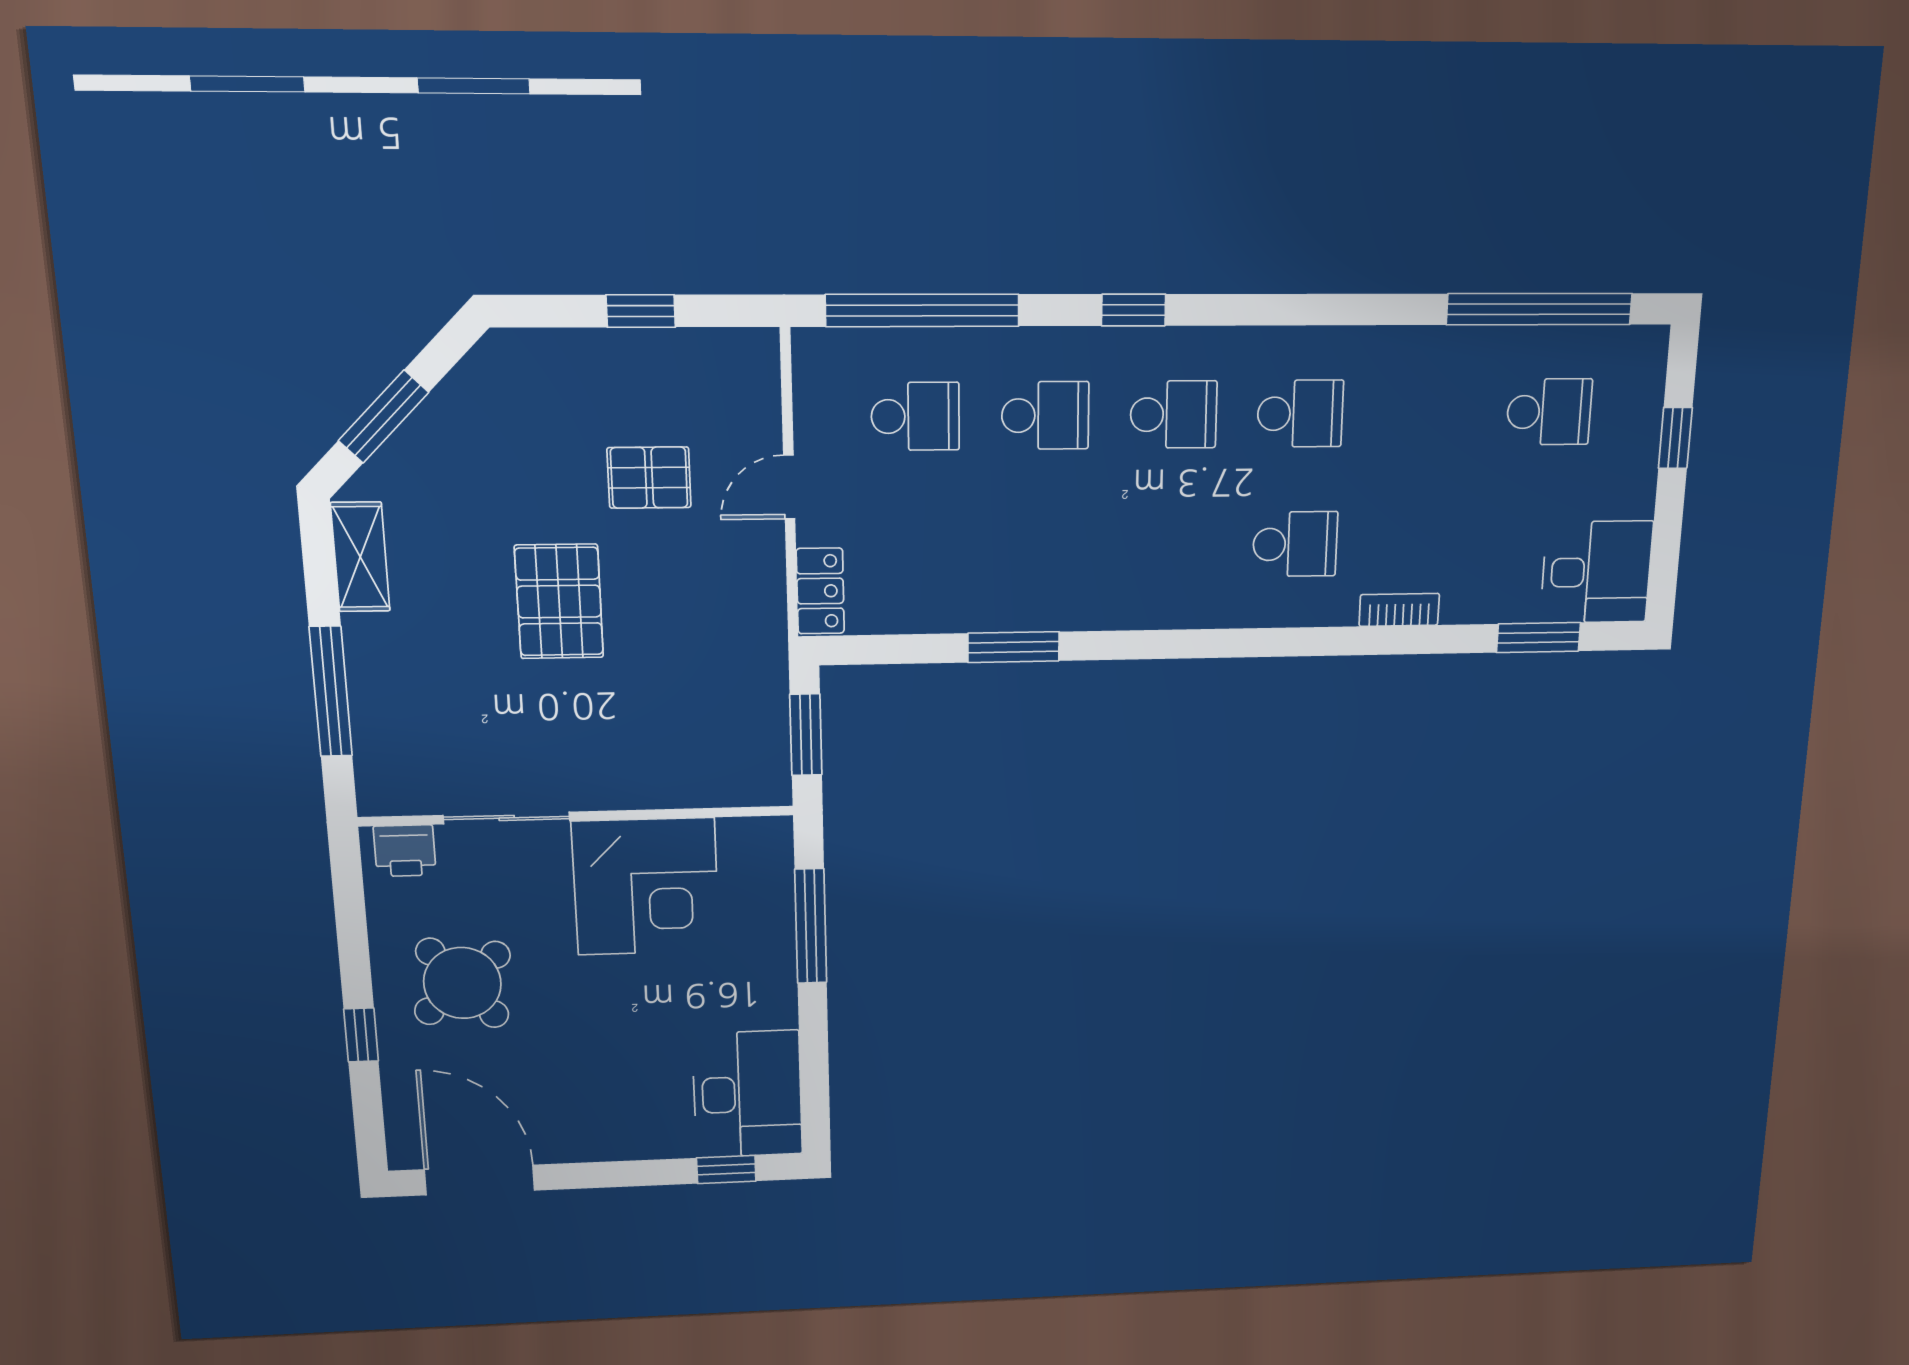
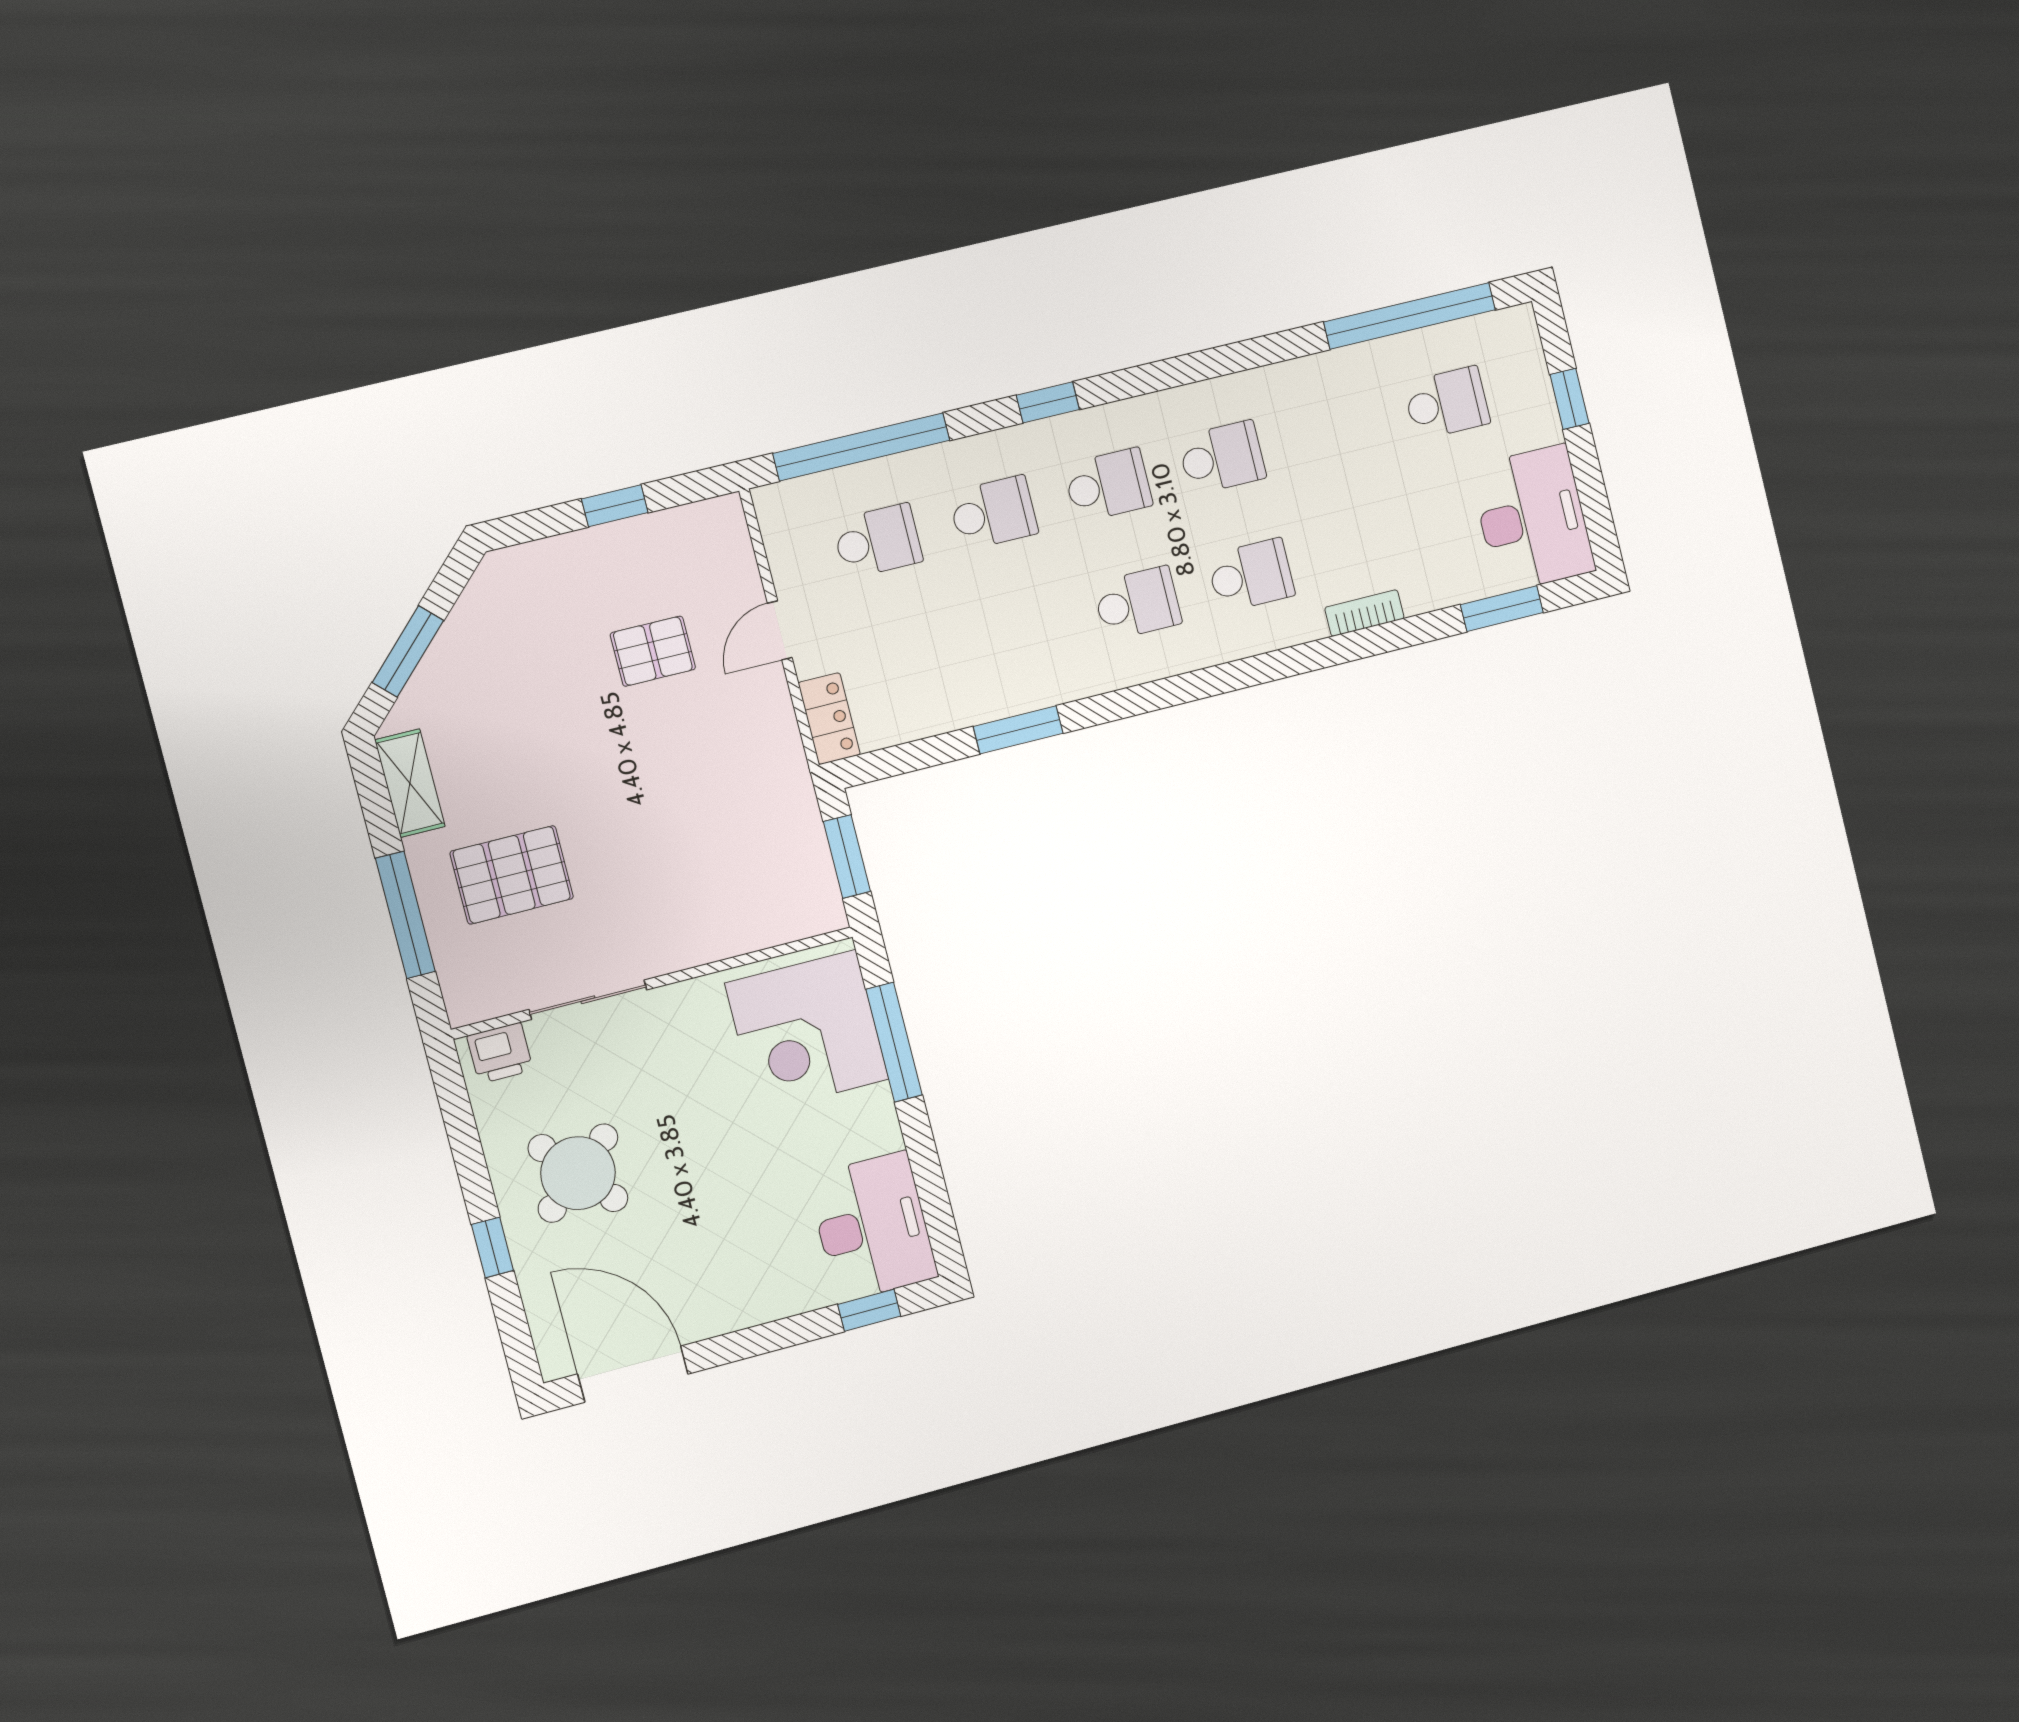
school desk: (1170, 546) -> (1137, 603), added
desk: (1596, 572) -> (1532, 519), width x1.37
pallet: (559, 602) -> (512, 875), moved, turned 90
corner desk: (646, 887) -> (807, 1031), moved, turned 90

